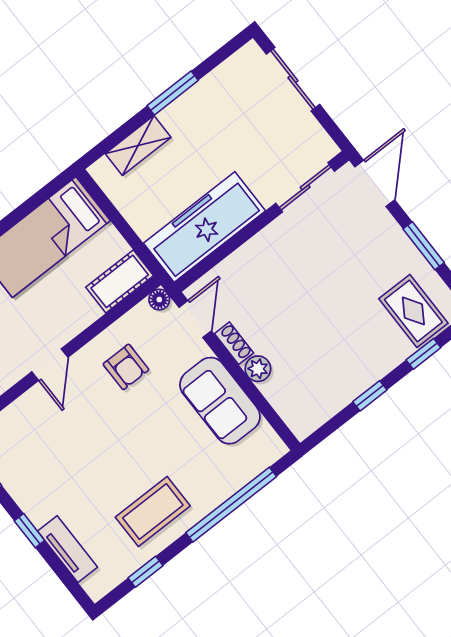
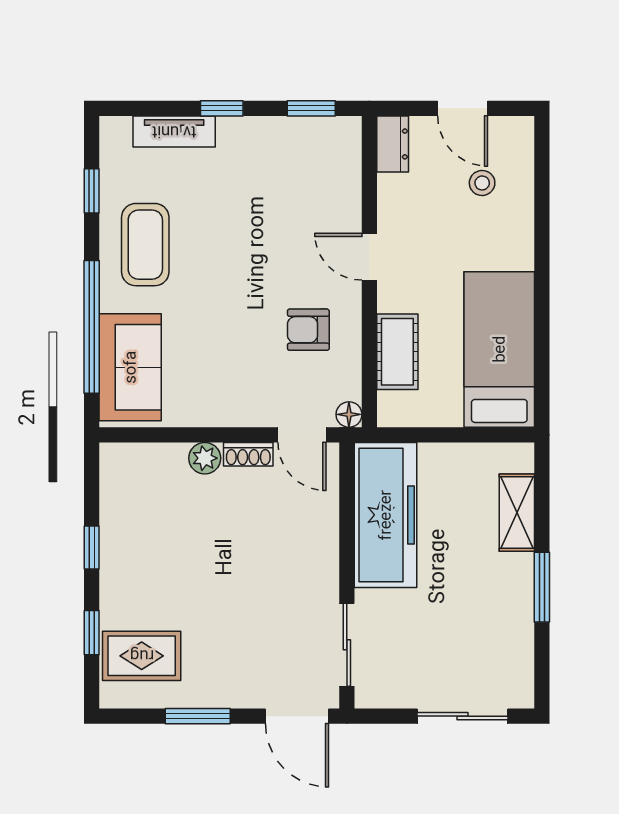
cot: (120, 281) -> (397, 352), moved
sofa: (220, 401) -> (130, 367), moved, turned 90

